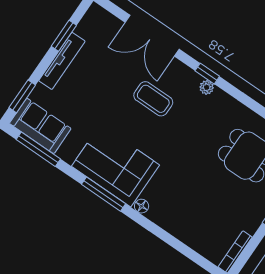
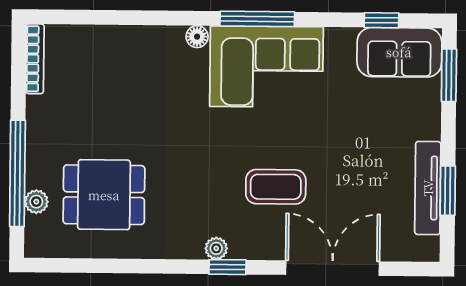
tv unit: (62, 61) -> (428, 188), moved
window: (38, 149) -> (382, 20), width x0.46

